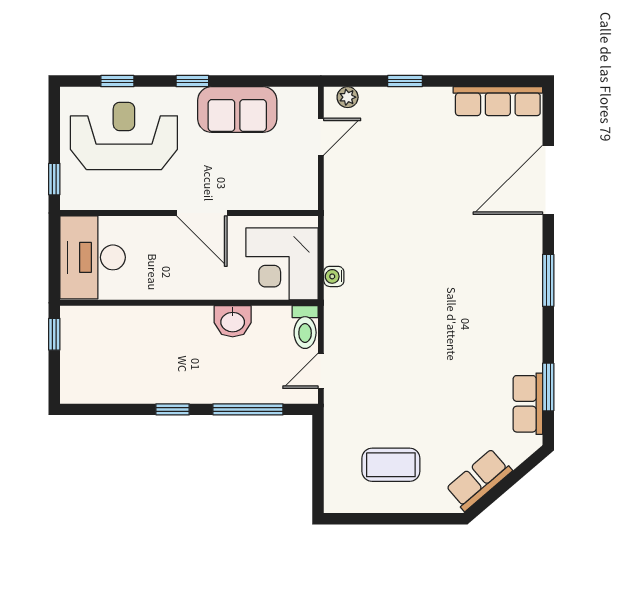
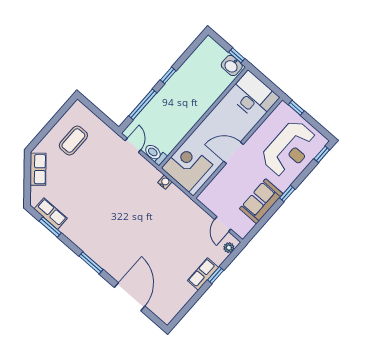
window: (117, 81) -> (322, 154), moved
row of seats: (498, 101) -> (203, 274), moved, width x0.68
washbasin: (233, 321) -> (232, 66), moved, turned -90

